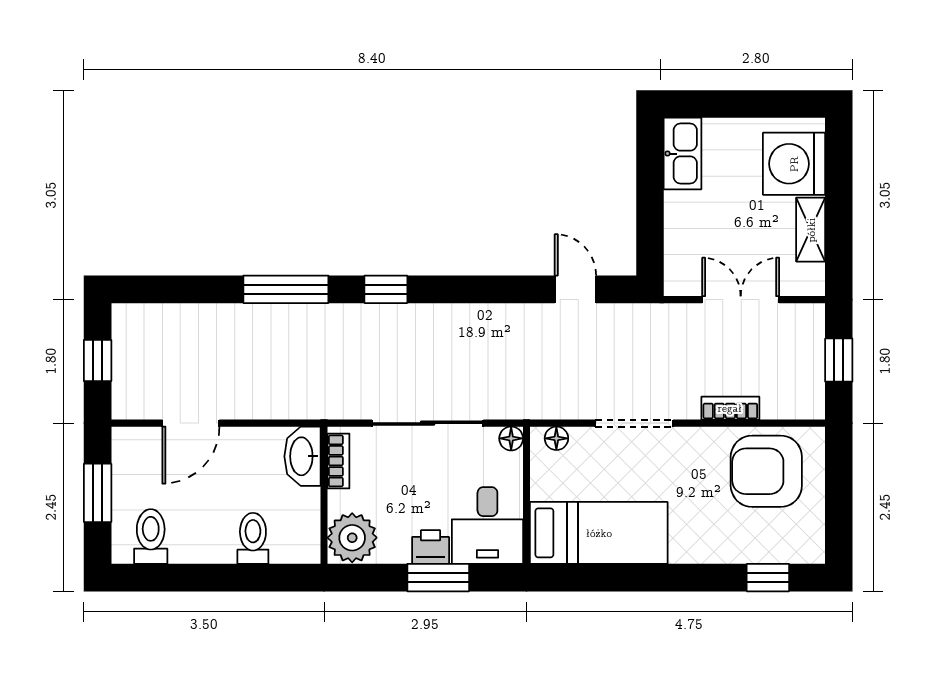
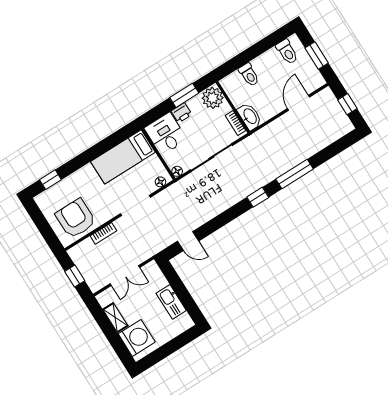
kitchen sink: (683, 154) -> (171, 302), moved
armchair: (766, 471) -> (76, 218), turned -90
window: (438, 578) -> (184, 95), moved

